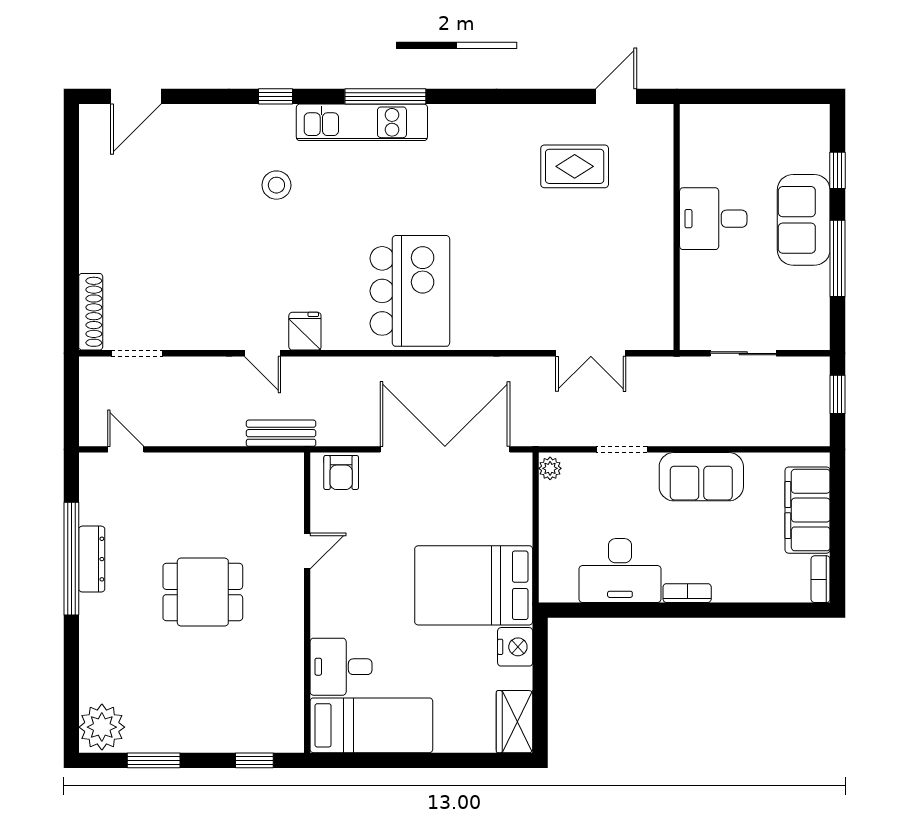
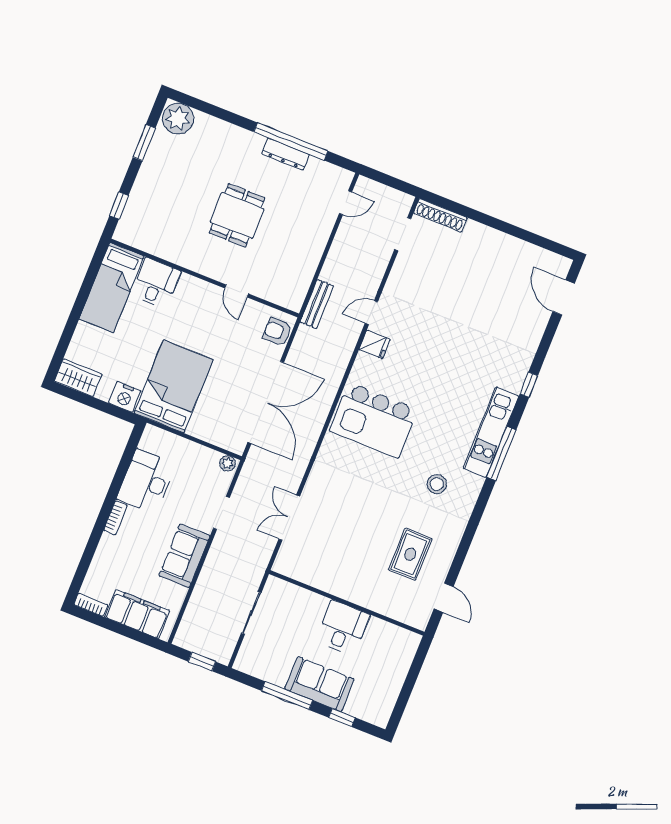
stool: (276, 185) -> (437, 484), moved

